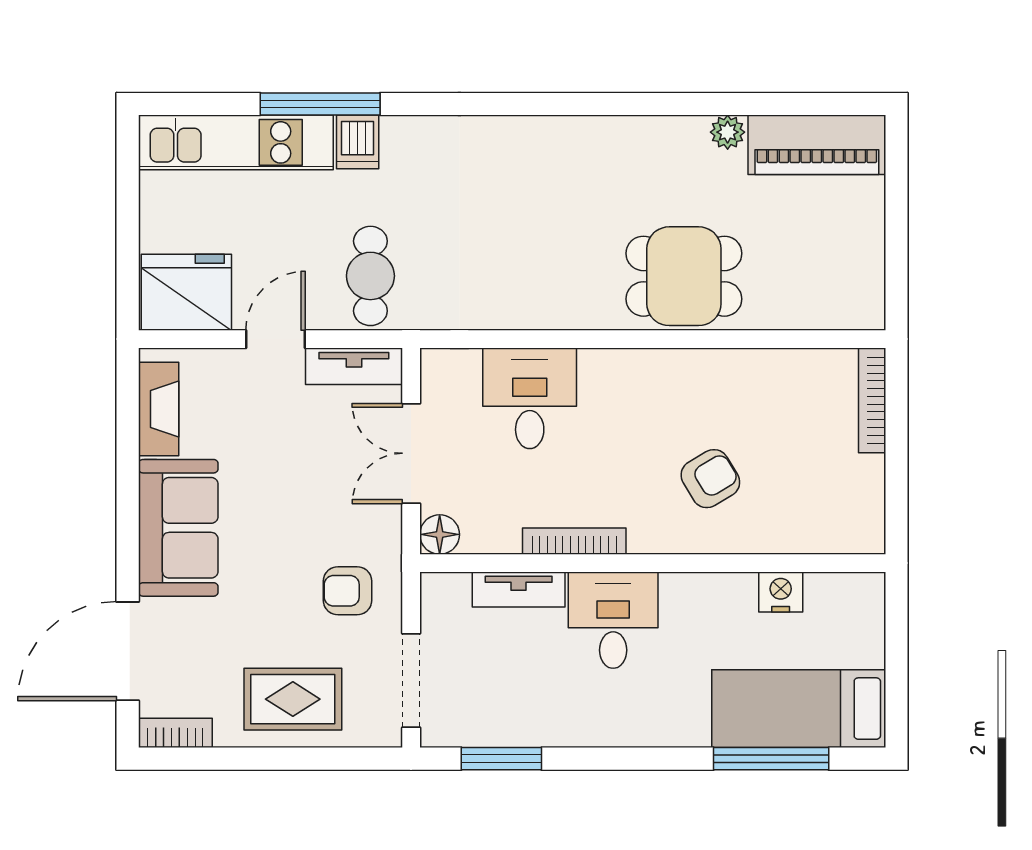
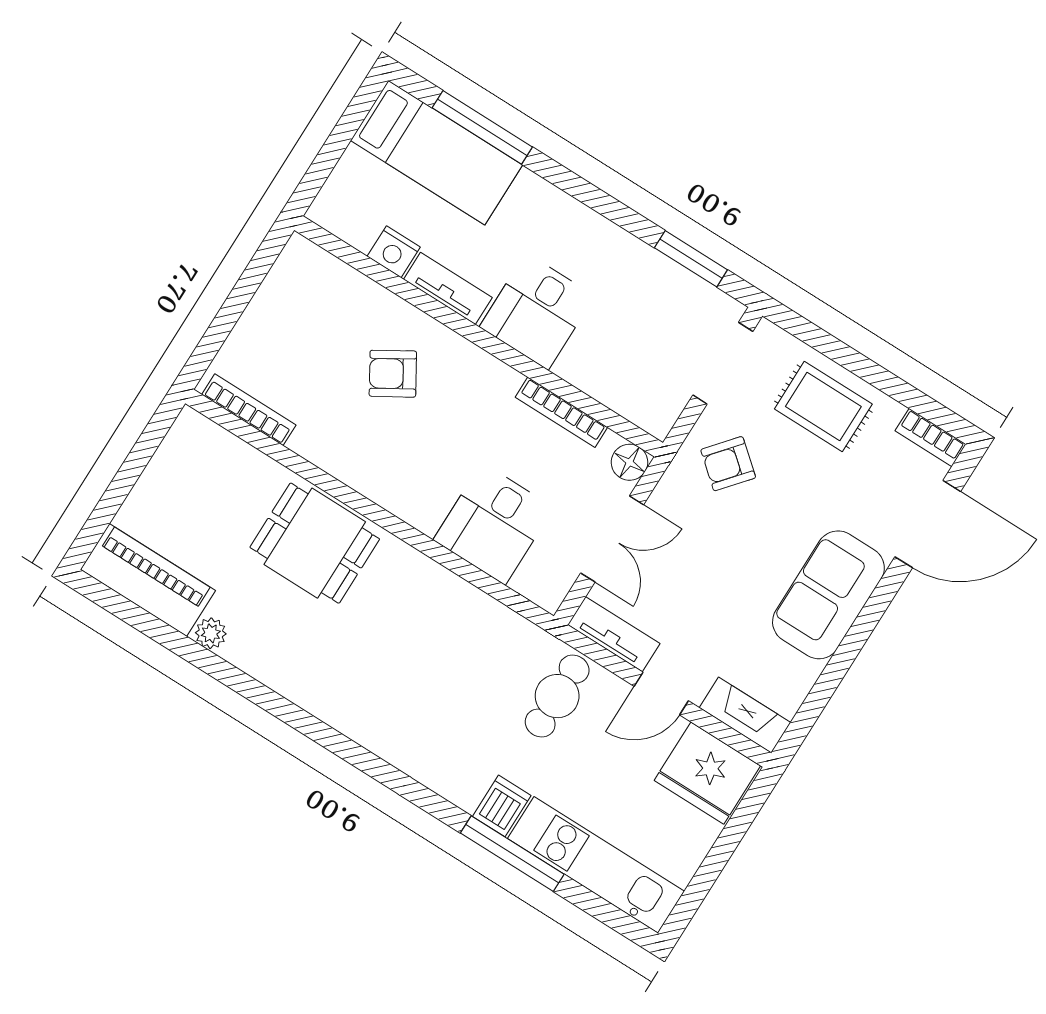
bookcase: (872, 400) -> (249, 410), moved, turned -90
fireplace: (159, 409) -> (745, 715), moved, turned 90
bookcase: (574, 541) -> (561, 412), moved
tv unit: (519, 590) -> (448, 288), moved
armchair: (348, 591) -> (728, 464), turned 130

